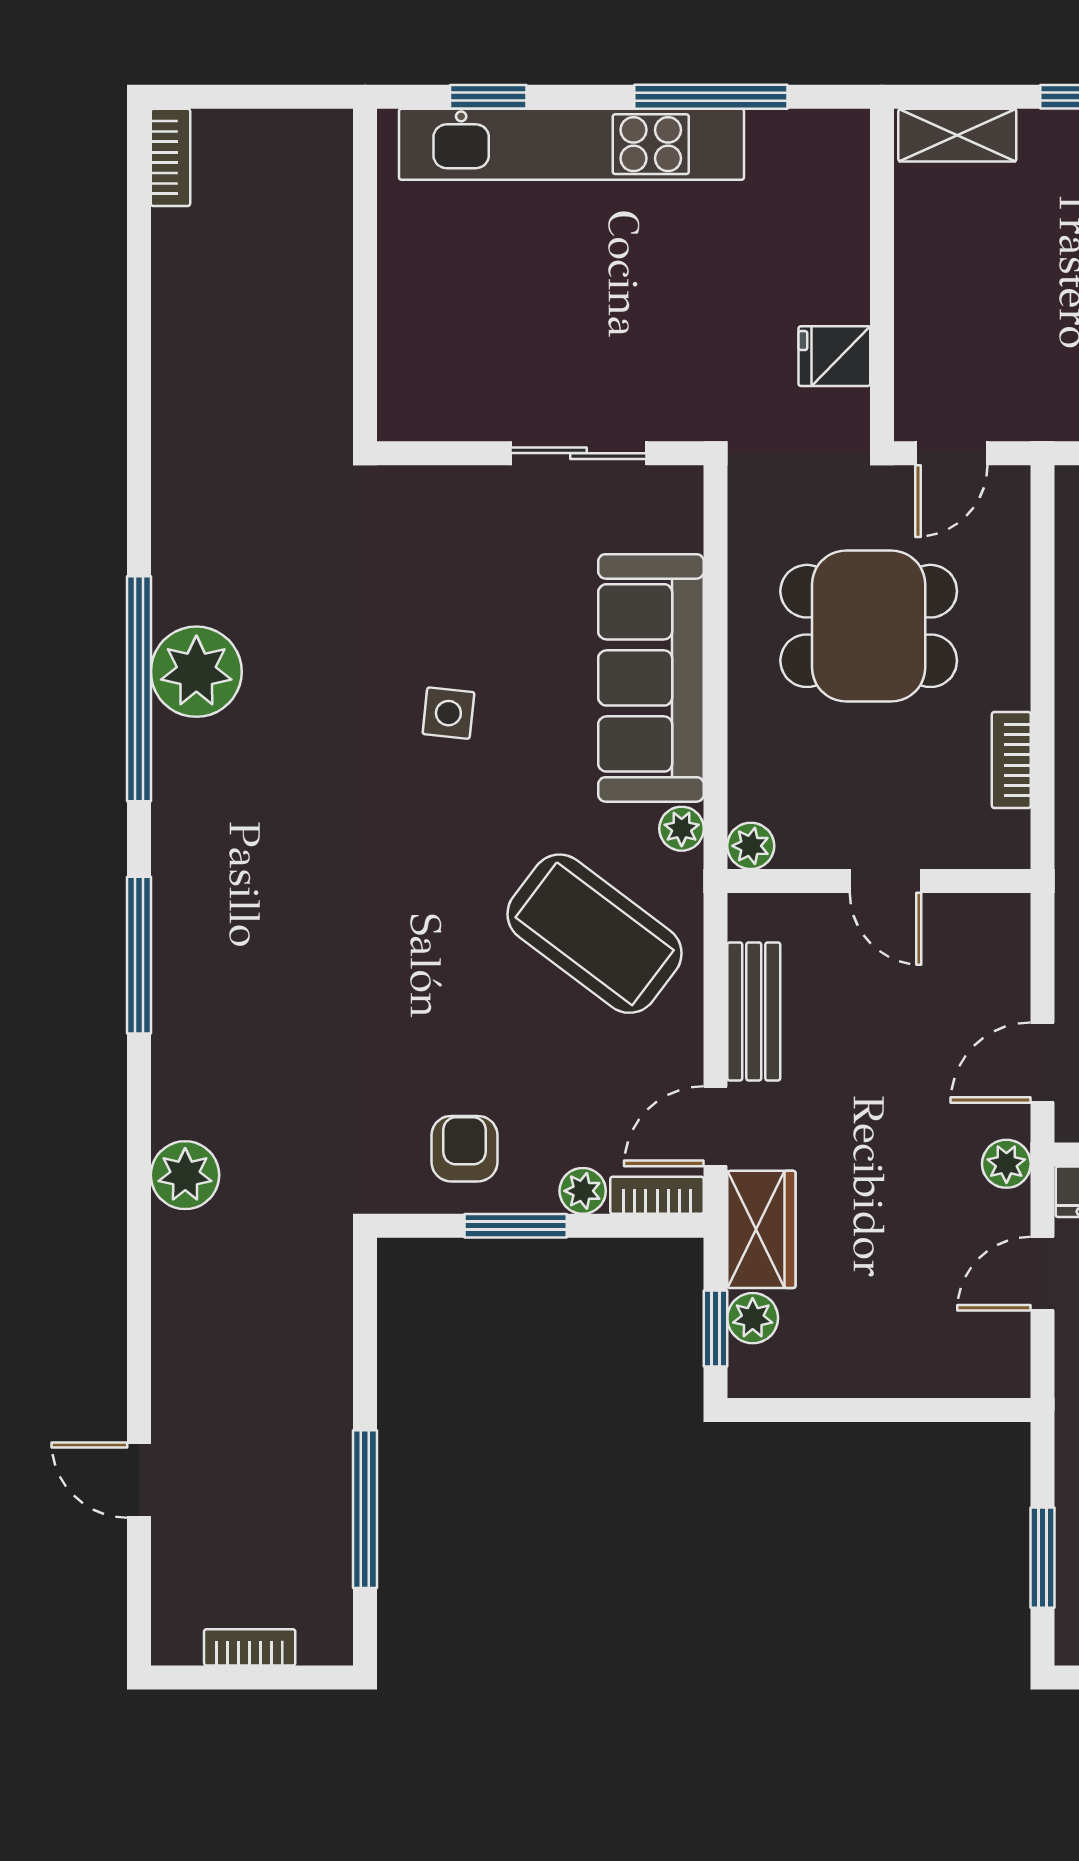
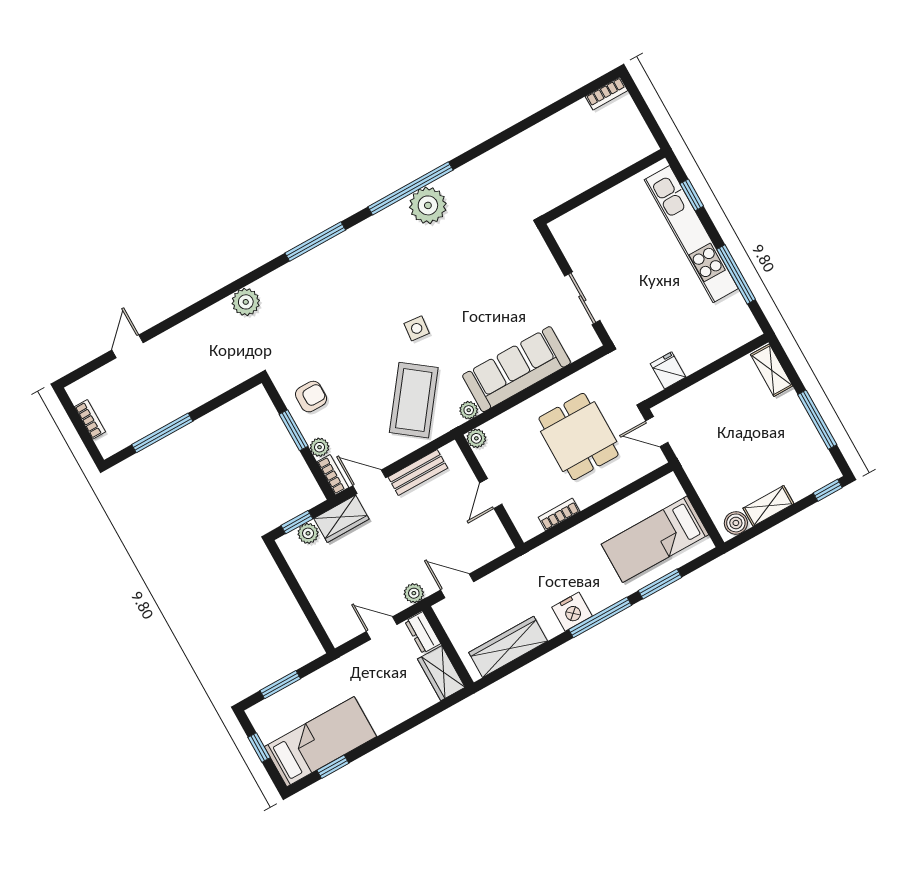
side table: (448, 713) -> (417, 328), moved

